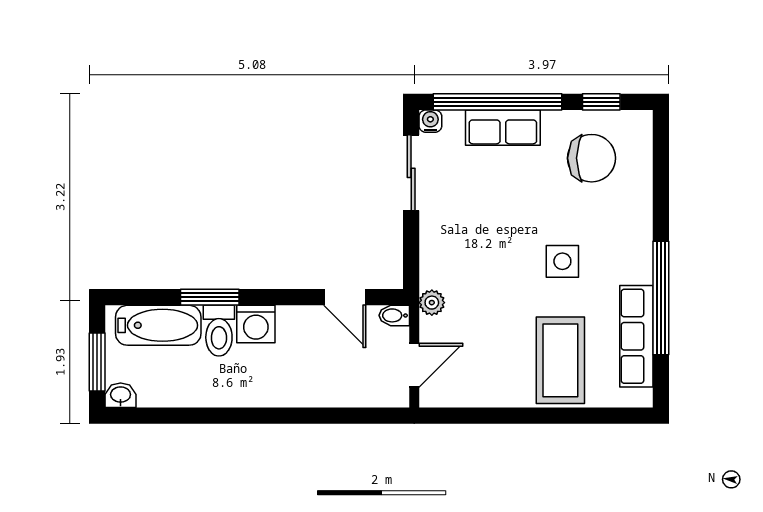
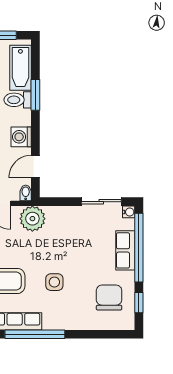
chair: (592, 158) -> (109, 297), turned 180
plant: (432, 303) -> (32, 219), width x1.88, depth x1.88
washing machine: (256, 324) -> (21, 137), moved

